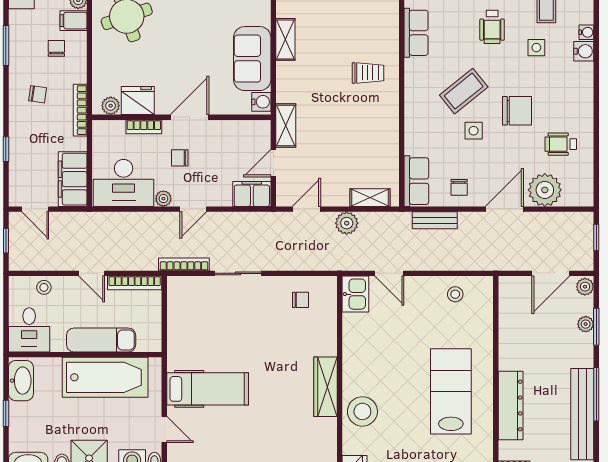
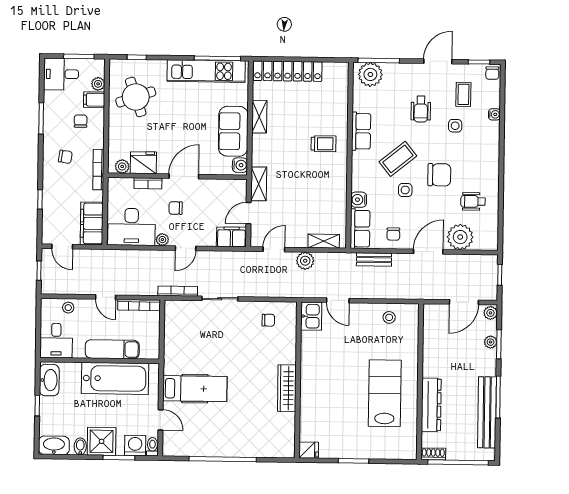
row of seats: (416, 33) -> (361, 131), moved
water cooler: (584, 51) -> (359, 200), moved, turned 180
stool: (362, 411) -> (315, 408), removed

